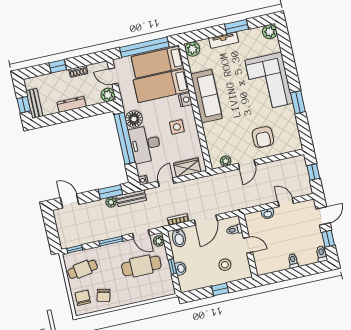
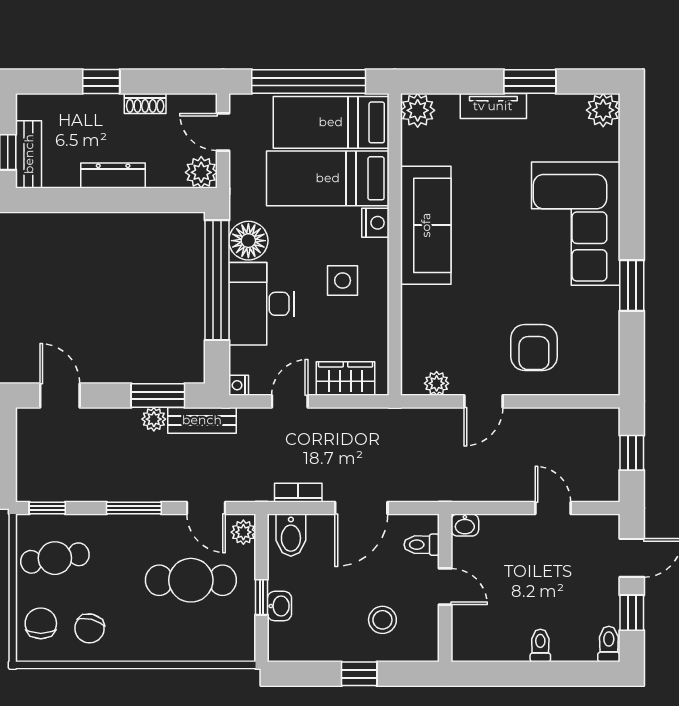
washbasin: (268, 214) -> (465, 525), moved

